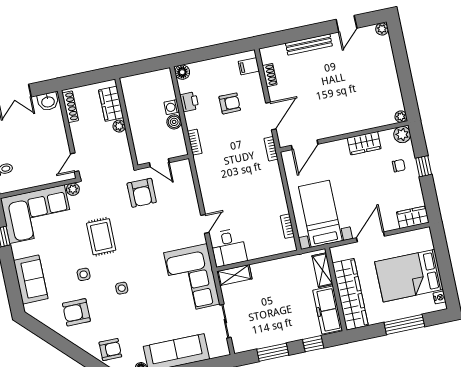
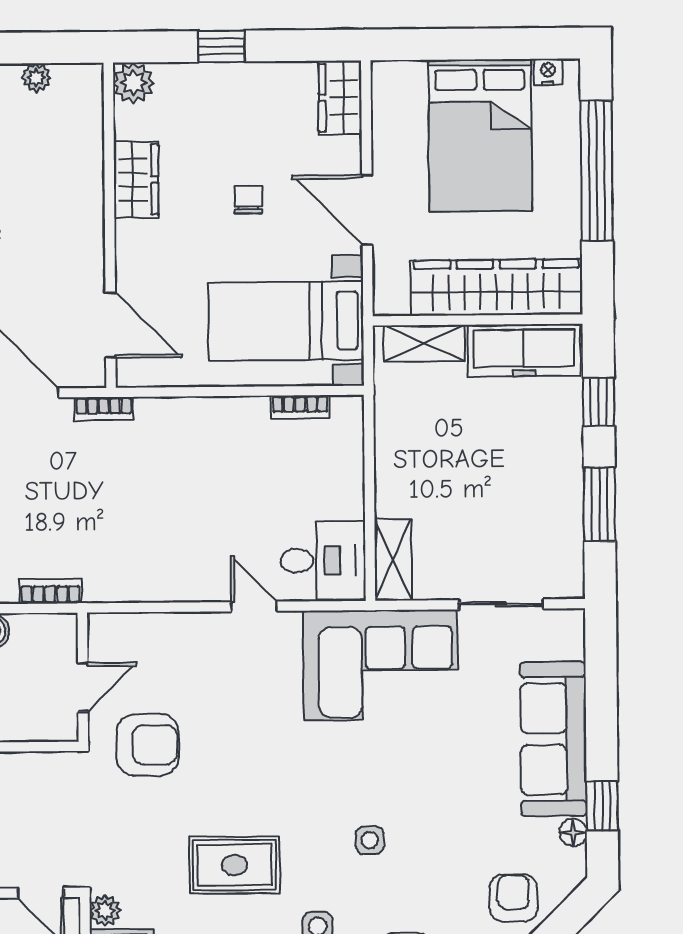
plant: (401, 117) -> (36, 78), moved
chair: (399, 166) -> (248, 200), moved
window: (404, 324) -> (597, 171), width x1.46

